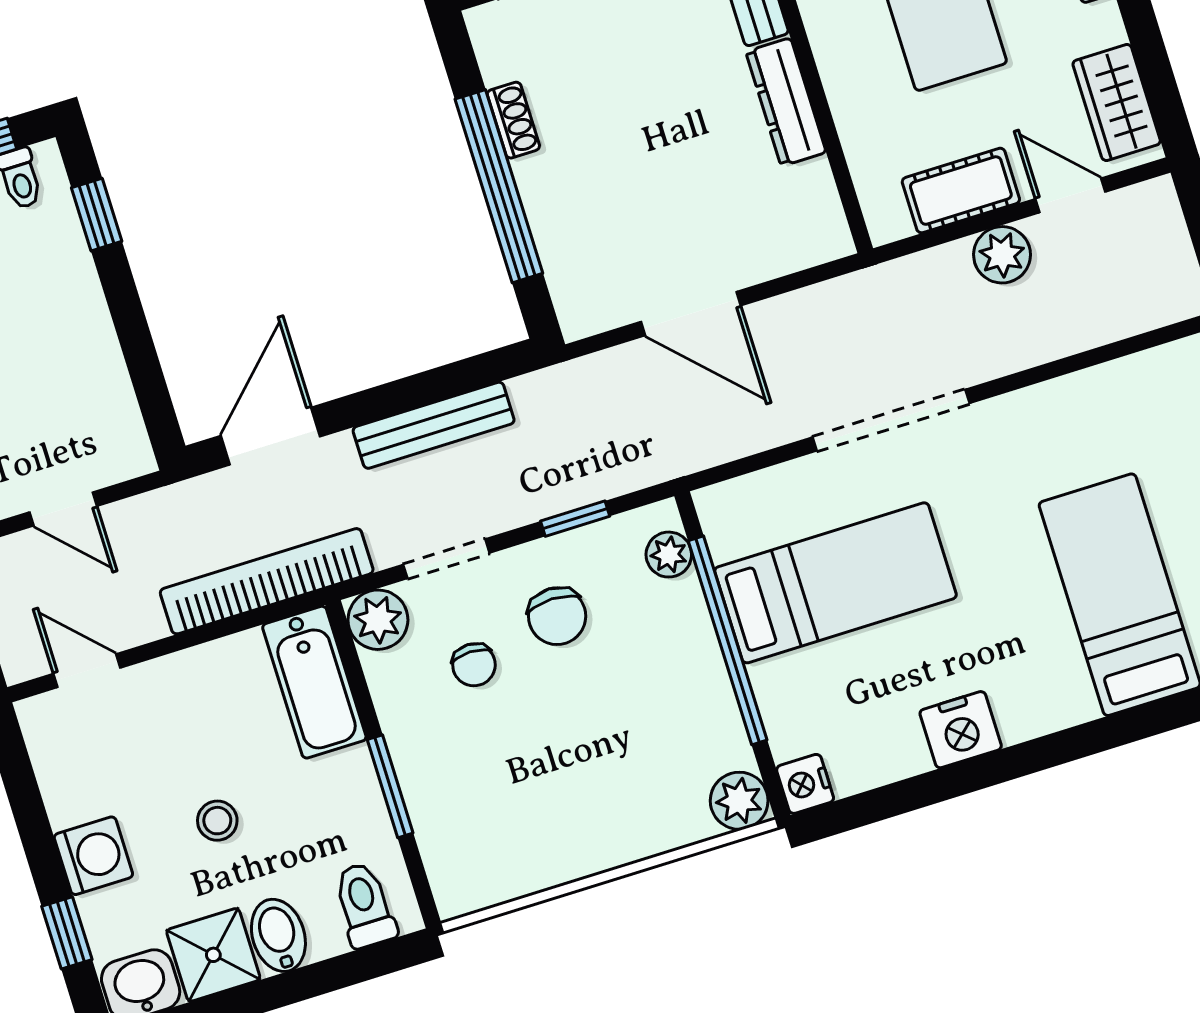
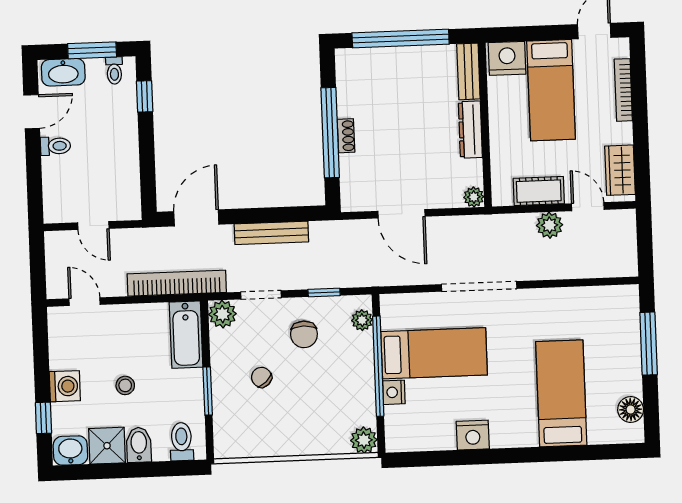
shoe rack: (513, 120) -> (346, 136), moved
plant: (830, 239) -> (474, 197), added
chair: (474, 665) -> (262, 377), moved, turned 137
nightstand: (805, 784) -> (394, 392), moved

